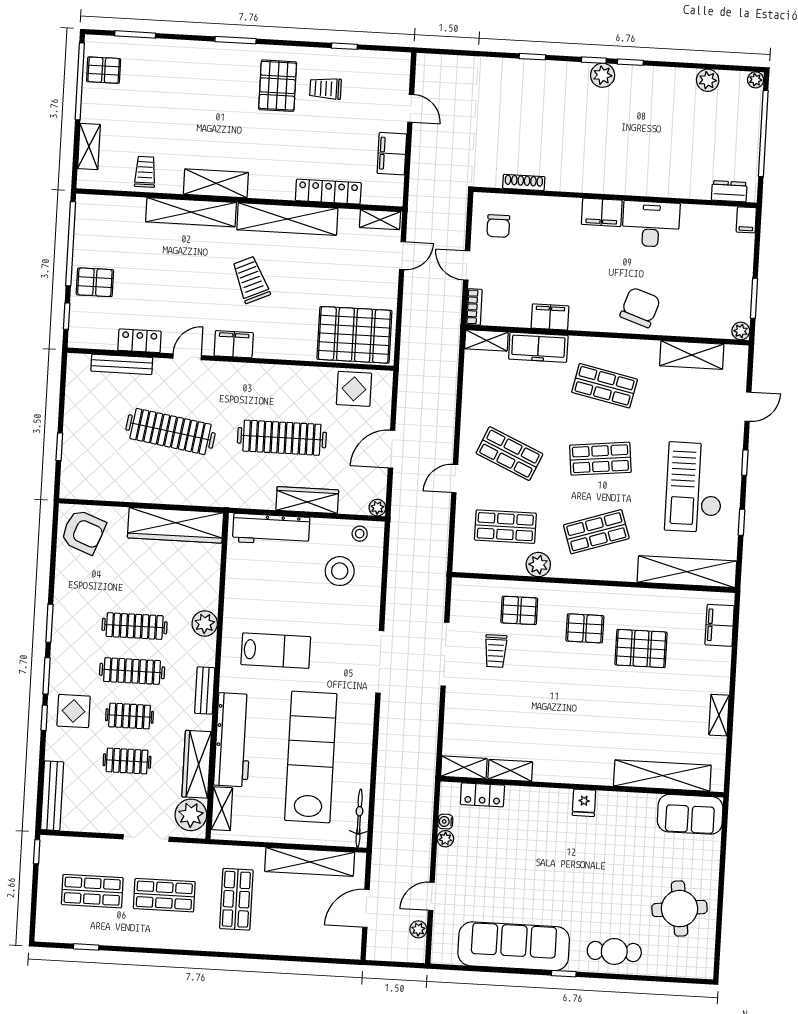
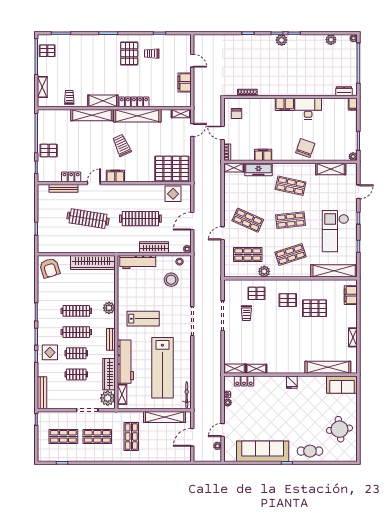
locker: (328, 192) -> (134, 102), moved
armchair: (83, 532) -> (50, 268), turned 52
lab bench: (311, 757) -> (162, 368), turned 180

